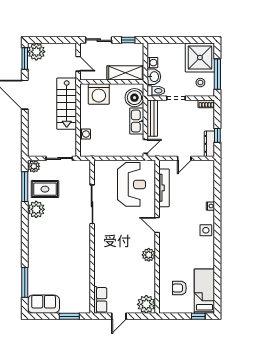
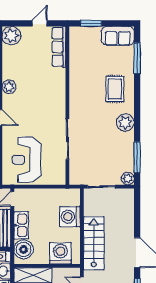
washing machine: (85, 134) -> (70, 217), width x1.89, depth x1.89
rug: (45, 189) -> (115, 89), moved, turned 90
plant: (36, 209) -> (125, 122), moved
row of seats: (100, 300) -> (59, 47), width x1.48

